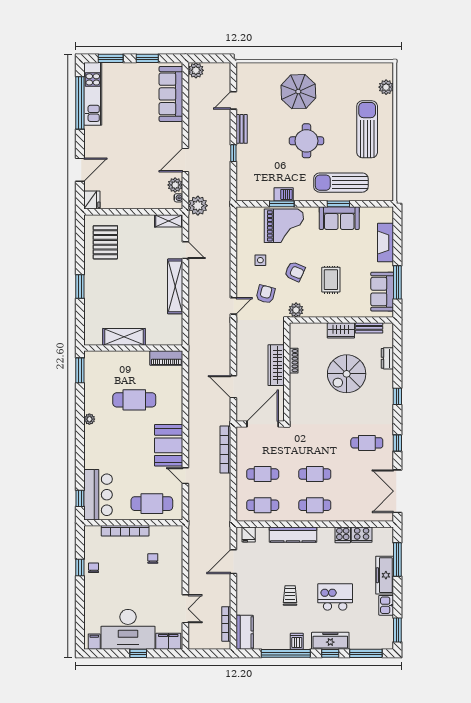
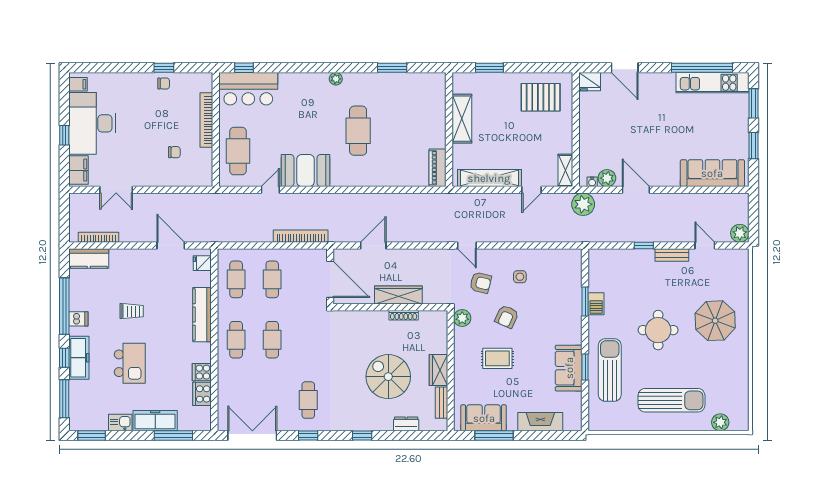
plant: (196, 70) -> (740, 233), moved
grand piano: (284, 226) -> (560, 304), removed
shelving: (124, 337) -> (462, 119), moved
wall: (133, 348) -> (449, 130), moved
piano: (166, 358) -> (438, 168), moved

